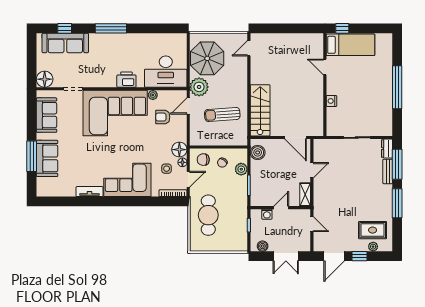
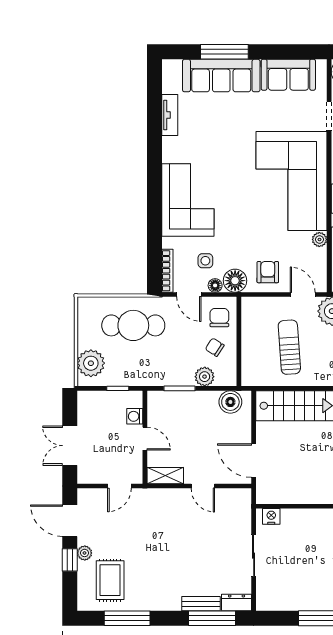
nightstand: (331, 101) -> (271, 516), moved
armchair: (163, 117) -> (268, 272), moved
door: (295, 138) -> (254, 461), hinge flipped
sofa: (47, 158) -> (221, 76), width x1.36
tv unit: (90, 192) -> (170, 115), moved
window: (397, 203) -> (127, 618), moved
plant: (233, 242) -> (91, 363), added
boiler: (263, 246) -> (85, 410), removed
plant: (373, 247) -> (85, 553), moved

